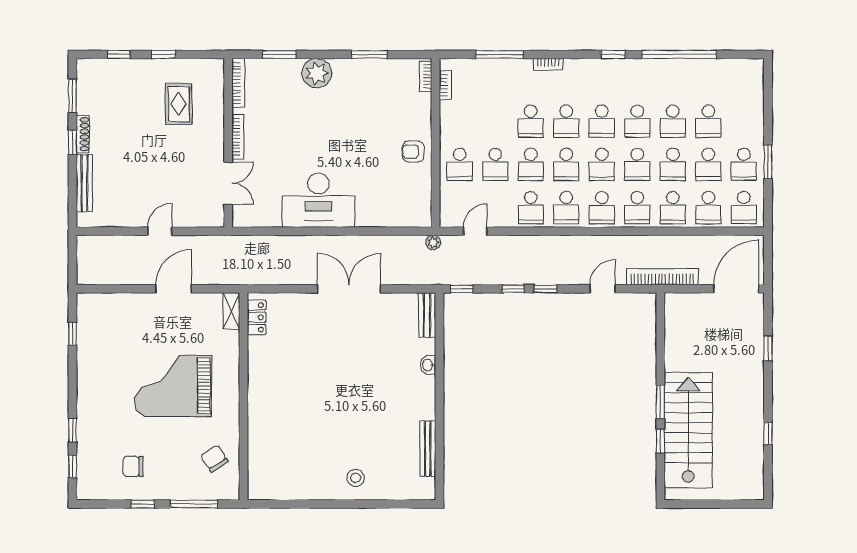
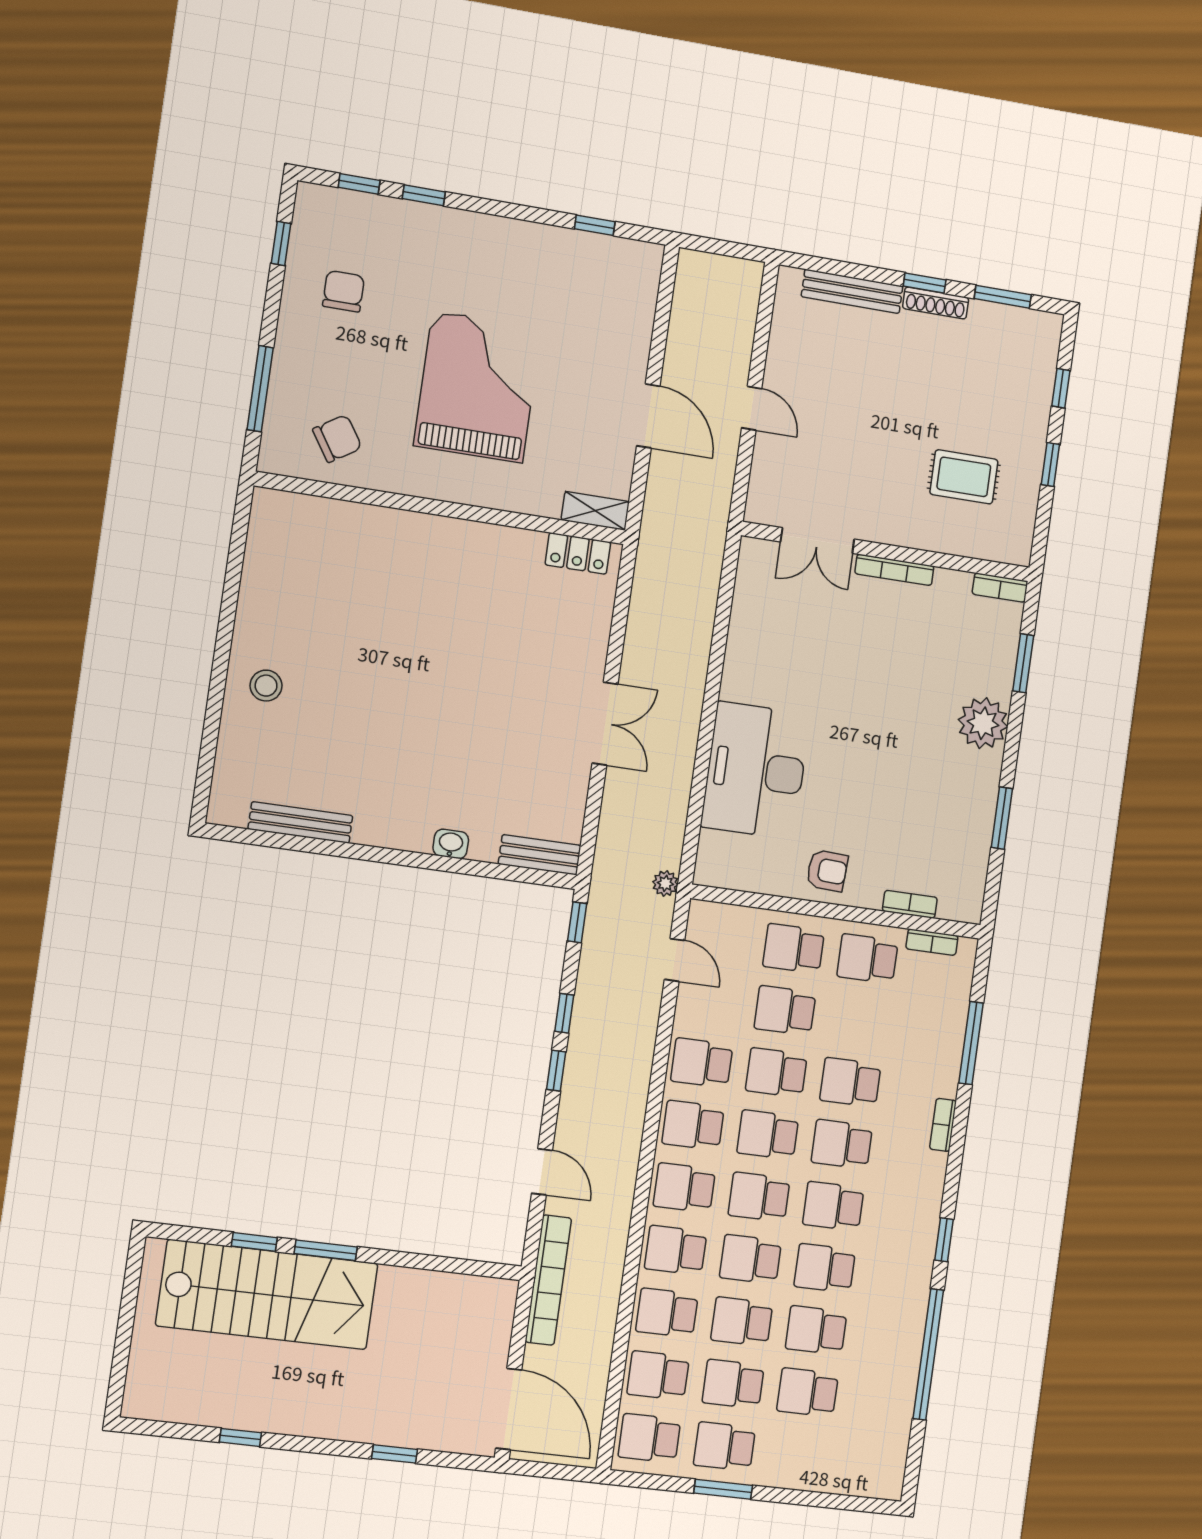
bookcase: (426, 76) -> (910, 904), moved
bookcase: (238, 83) -> (1000, 588), width x0.64
school desk: (460, 121) -> (867, 959), added
armchair: (413, 151) -> (827, 871), turned 93
desk: (318, 200) -> (756, 770), moved
double door: (349, 289) -> (605, 724), width x0.73
window: (142, 504) -> (281, 243), moved

